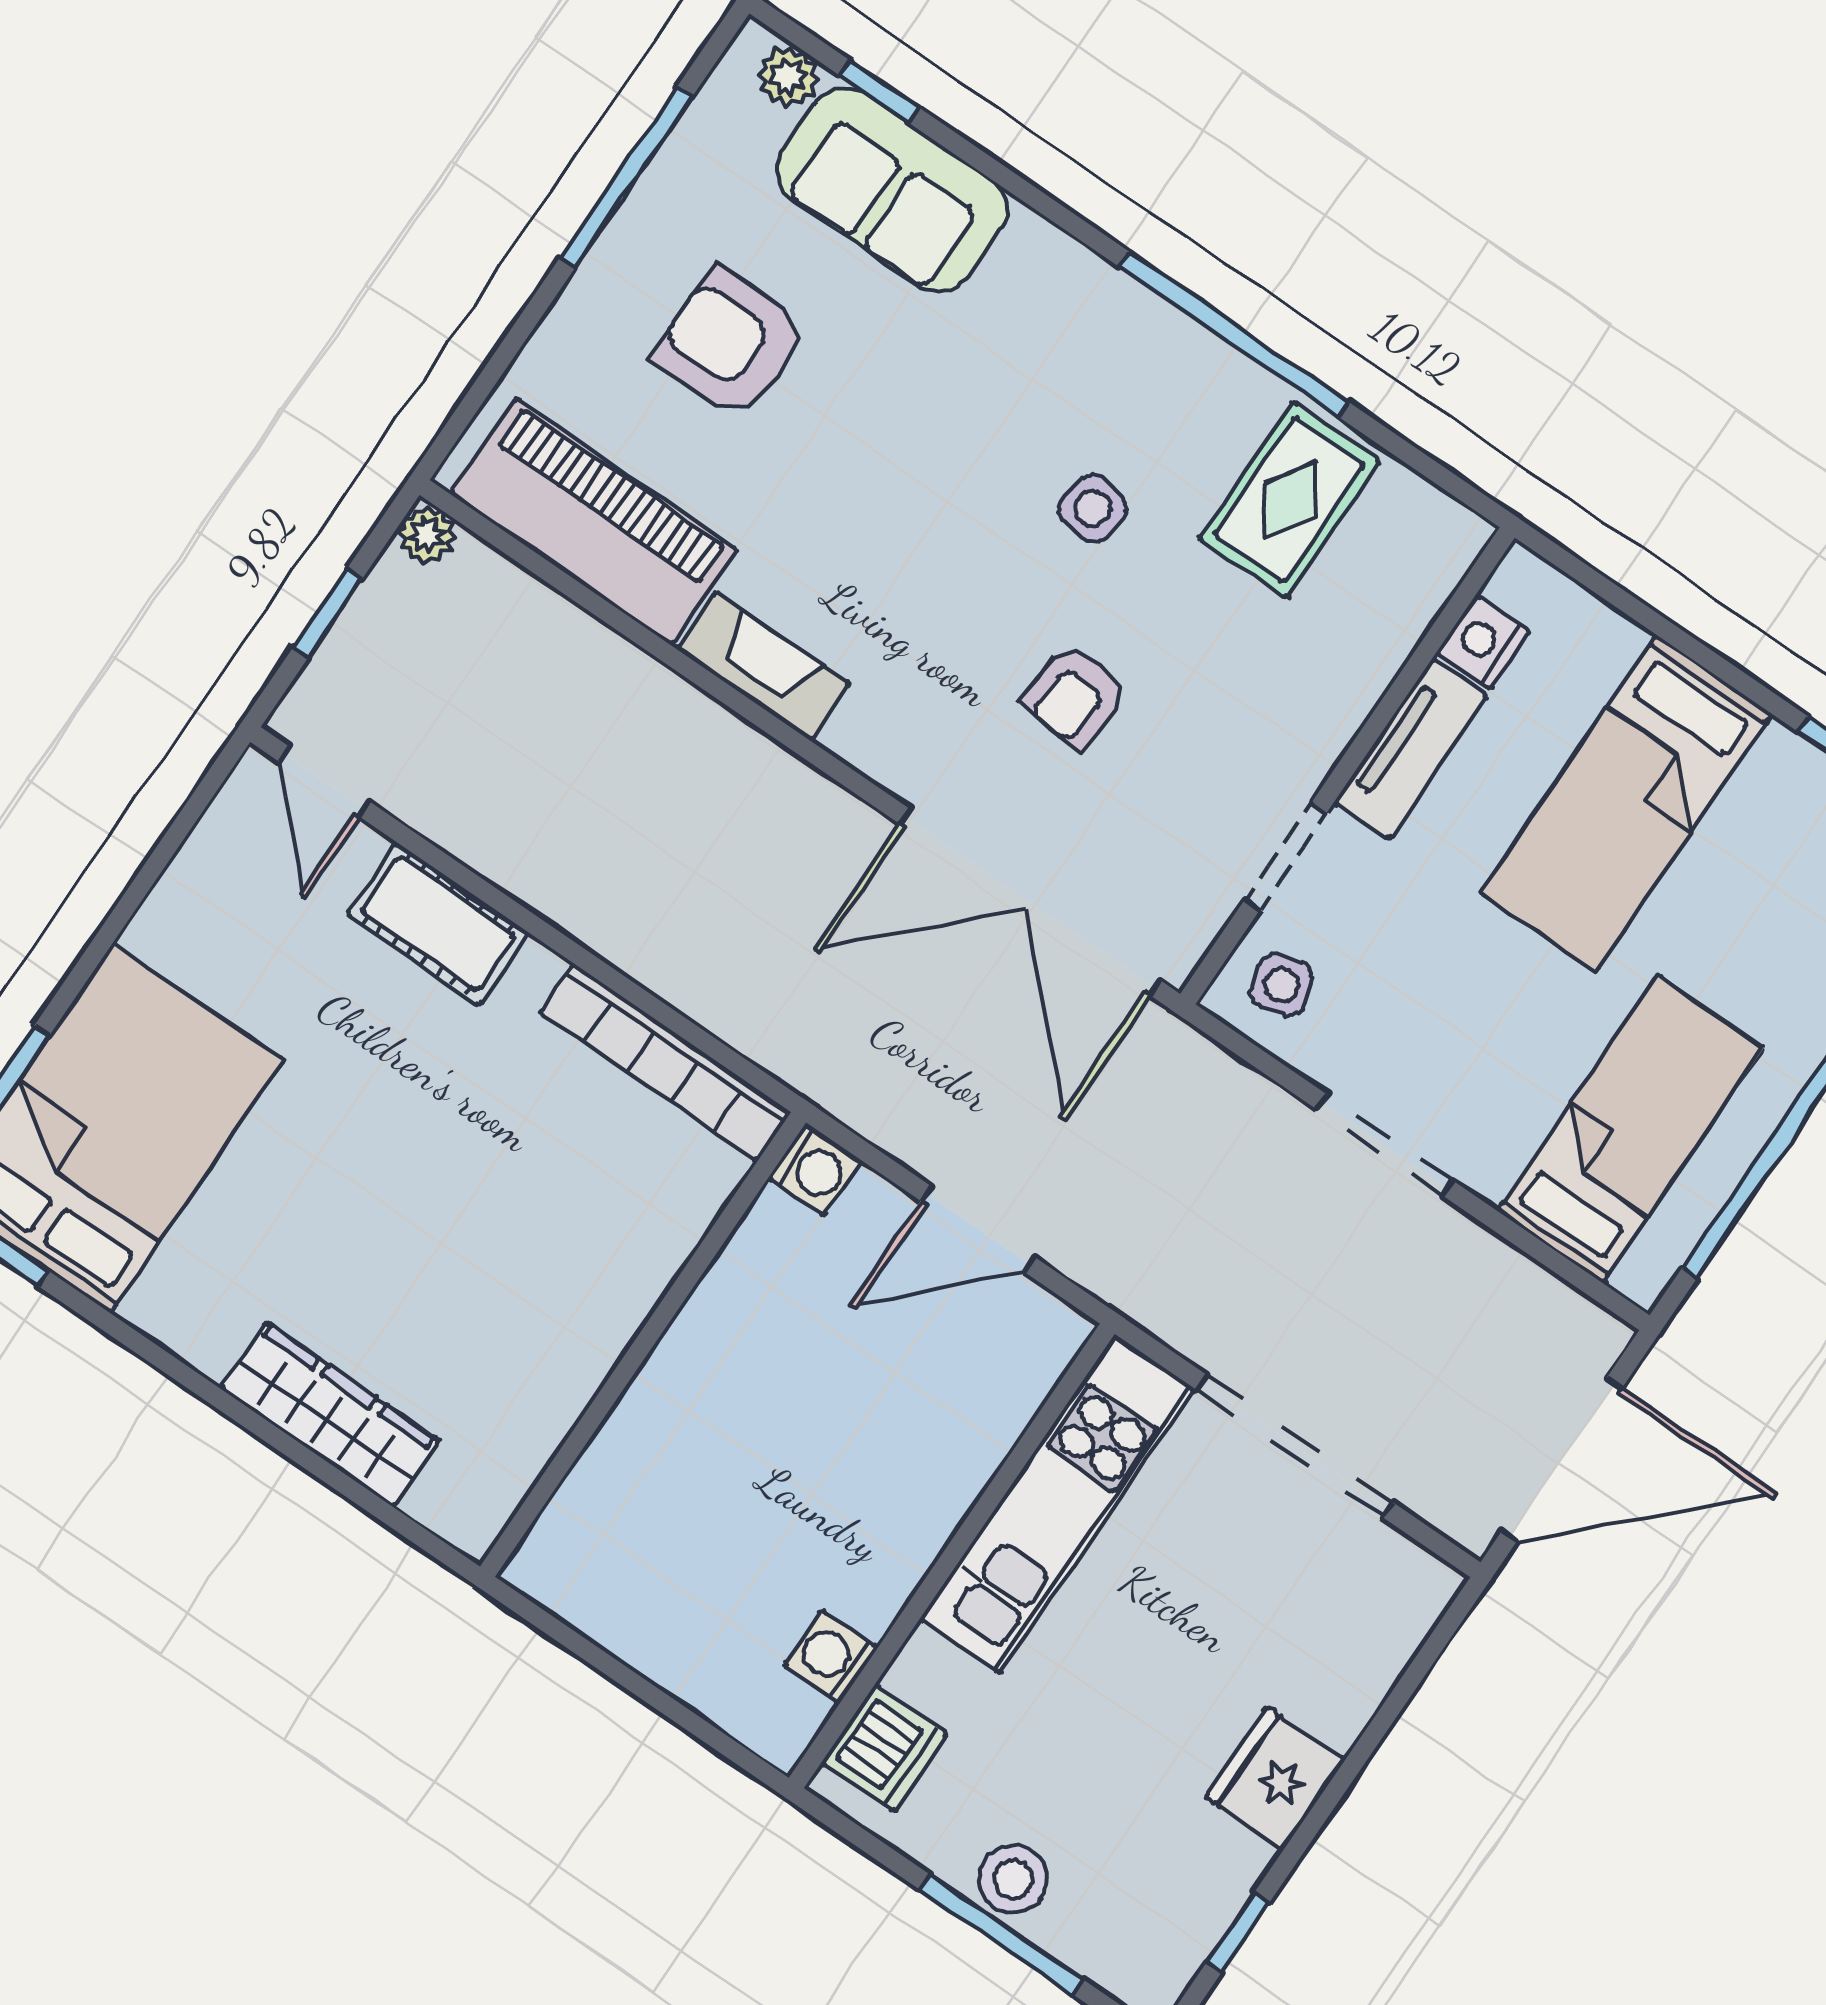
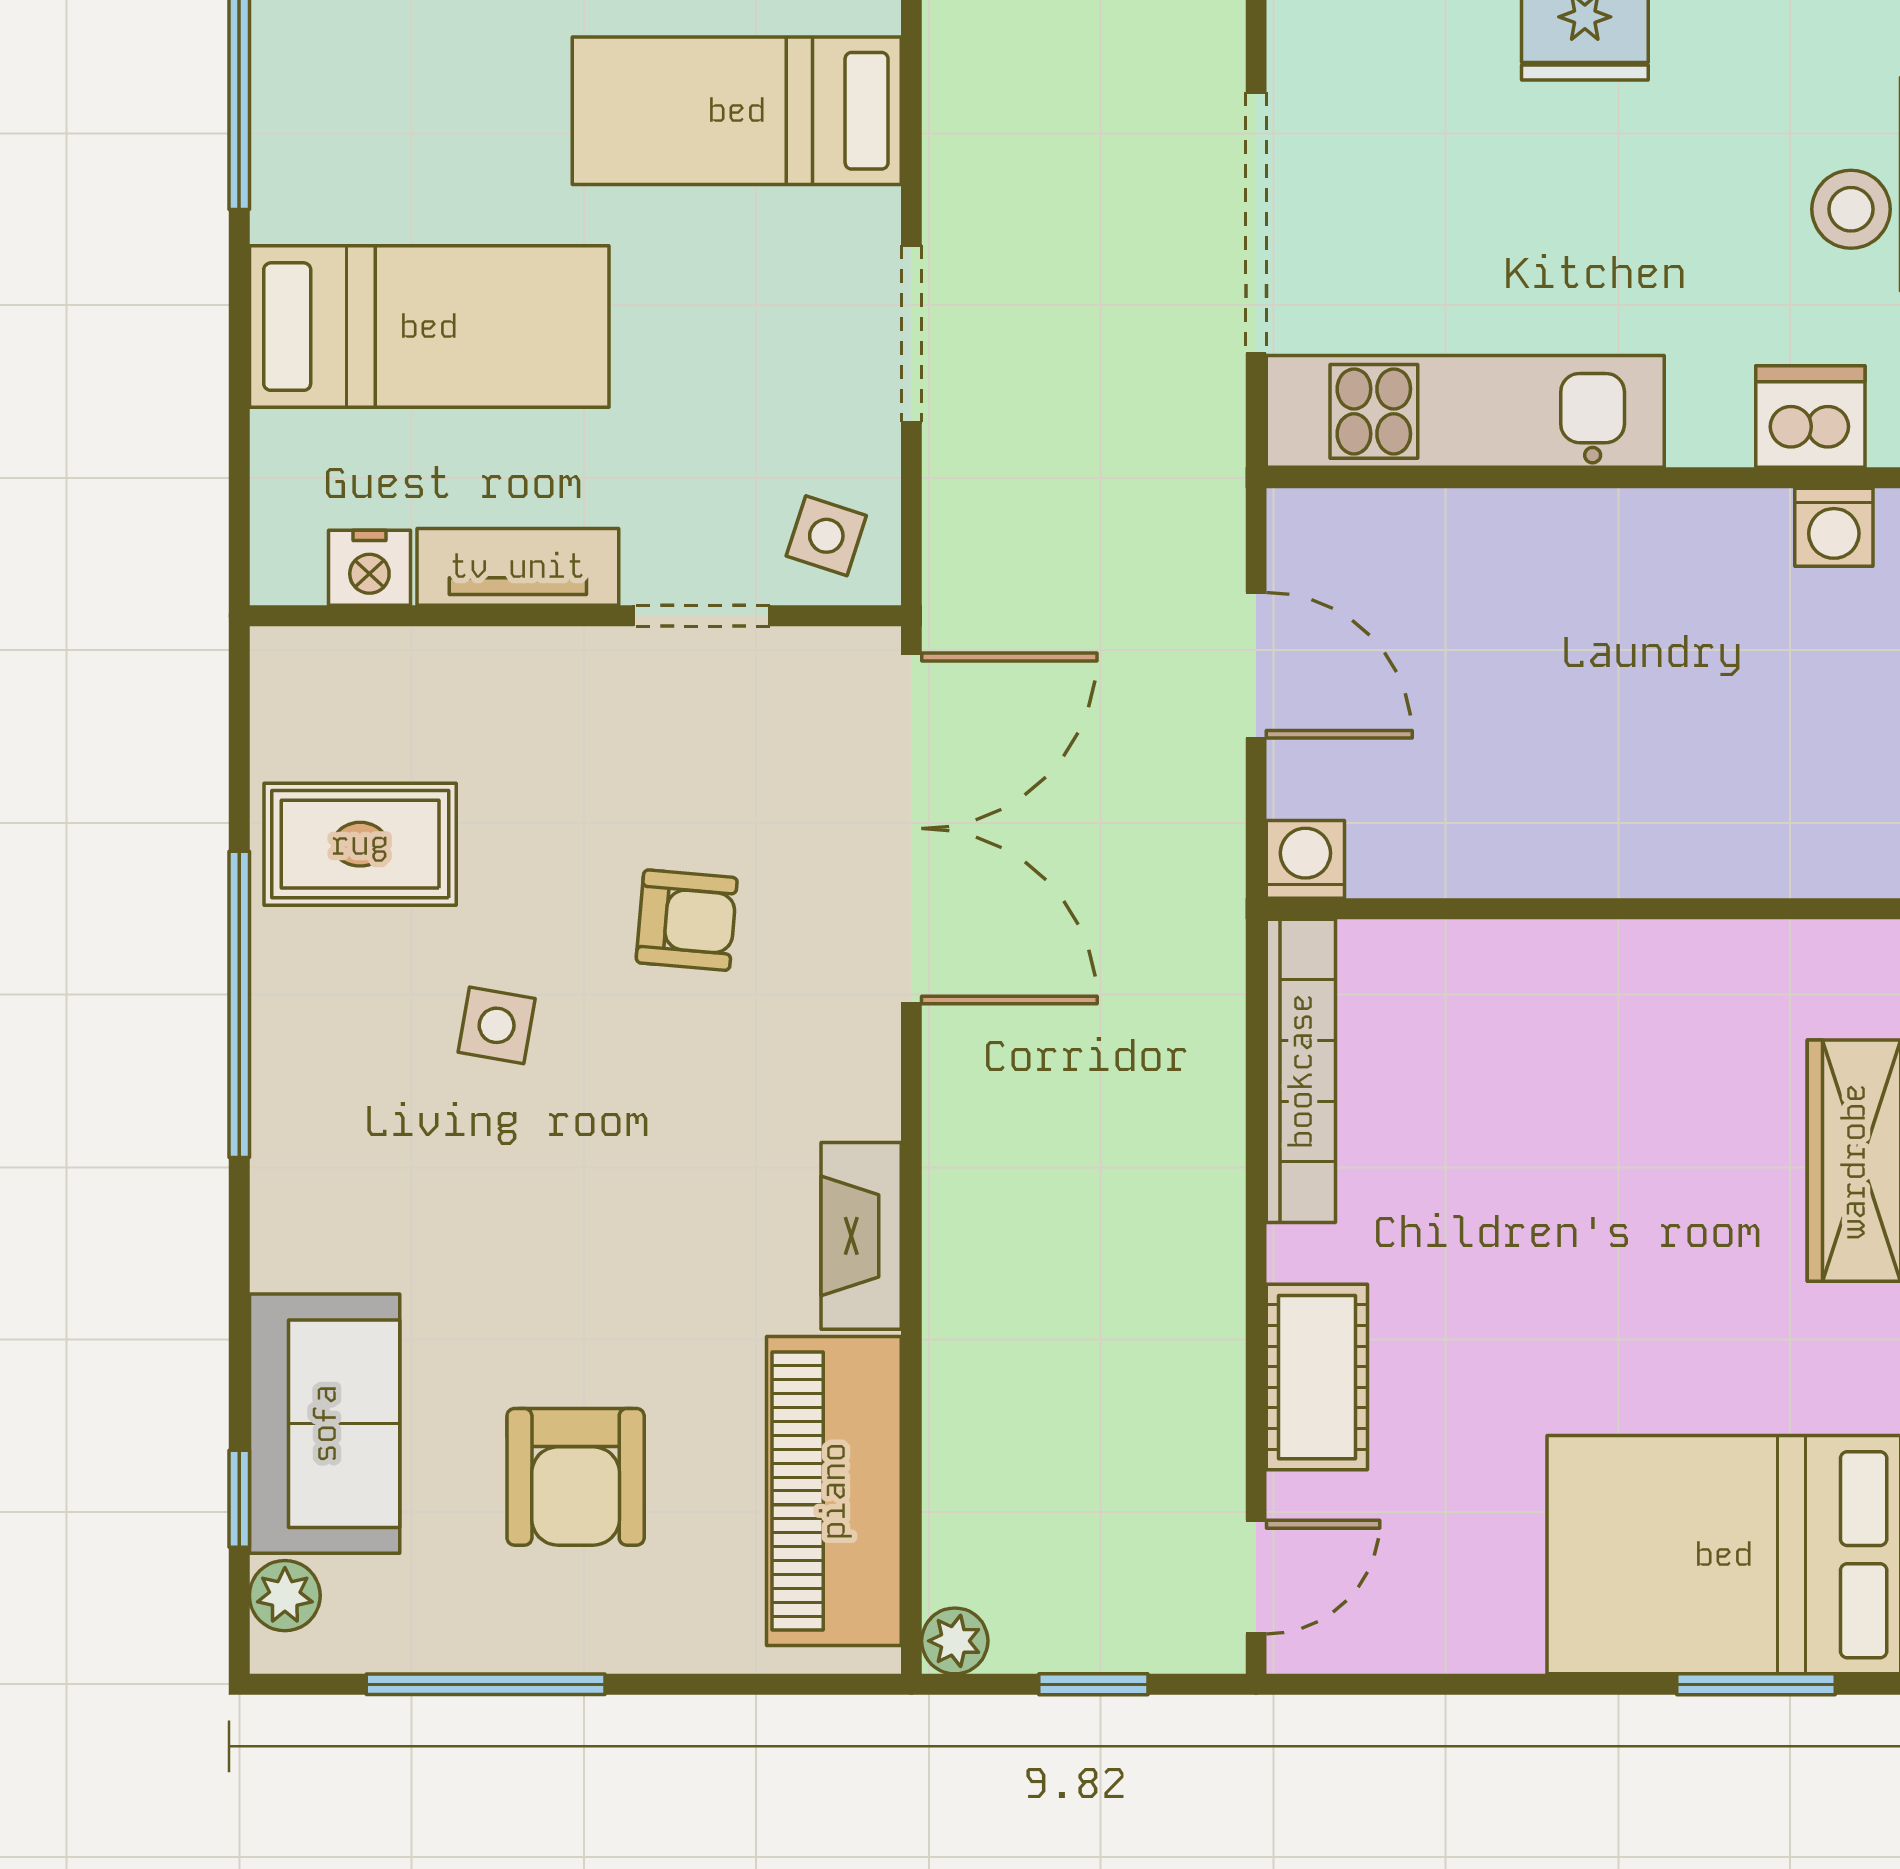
side table: (1282, 985) -> (826, 536), turned 34
washing machine: (831, 1657) -> (1834, 527), moved

